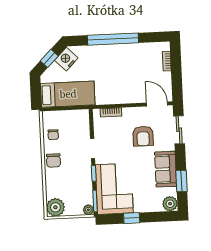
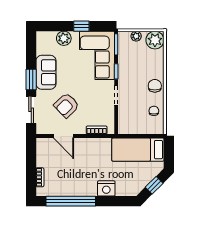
window: (113, 39) -> (71, 201), moved
nightstand: (66, 59) -> (106, 188), moved, turned 45
door: (157, 104) -> (63, 136), moved
armchair: (143, 136) -> (66, 105), turned -134
window: (182, 181) -> (31, 80), moved
plant: (170, 204) -> (64, 38), moved
plant: (88, 210) -> (136, 36), moved

